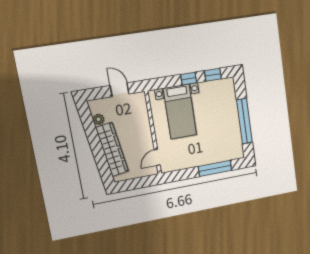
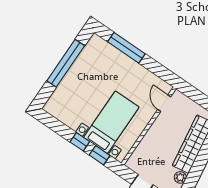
window: (213, 75) -> (100, 155), moved
door: (157, 157) -> (164, 103), swing flipped

